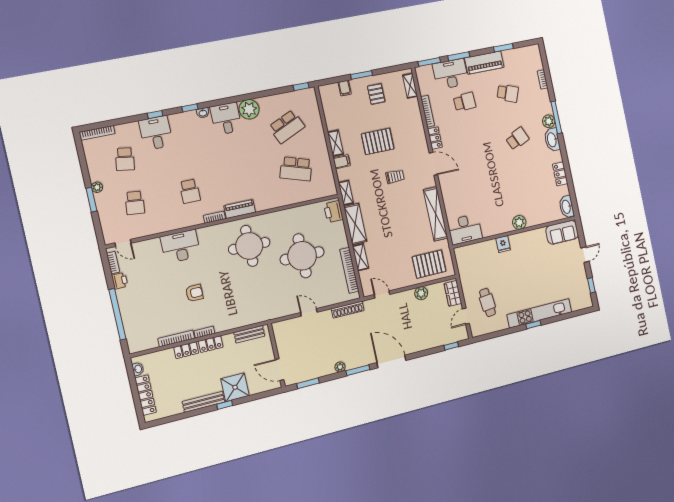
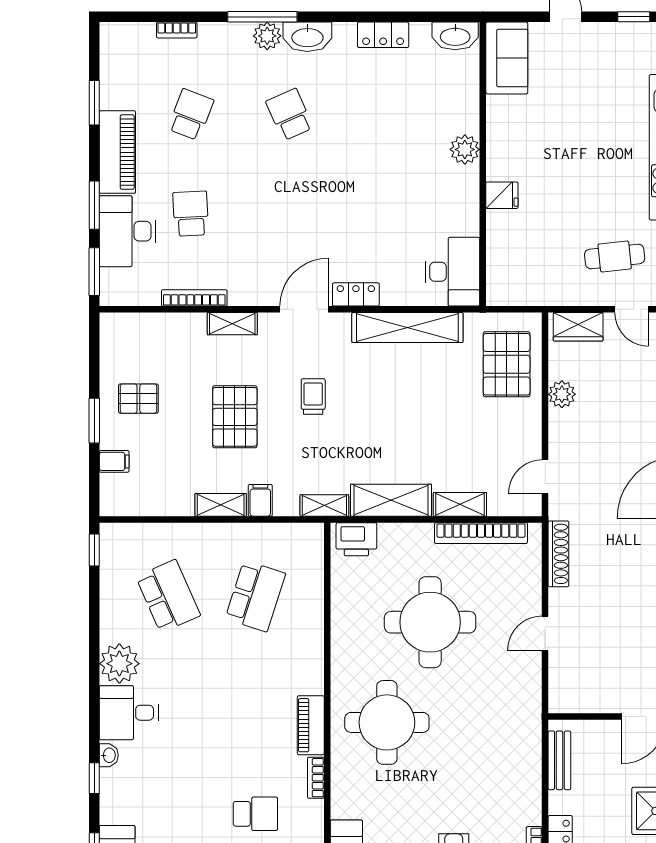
shelving: (410, 86) -> (232, 324), moved
locker: (435, 138) -> (356, 294), moved

